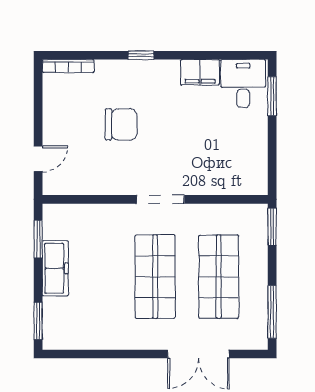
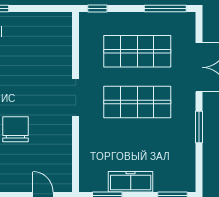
window: (272, 227) -> (97, 9), width x0.67
window: (124, 354) -> (199, 127), added

